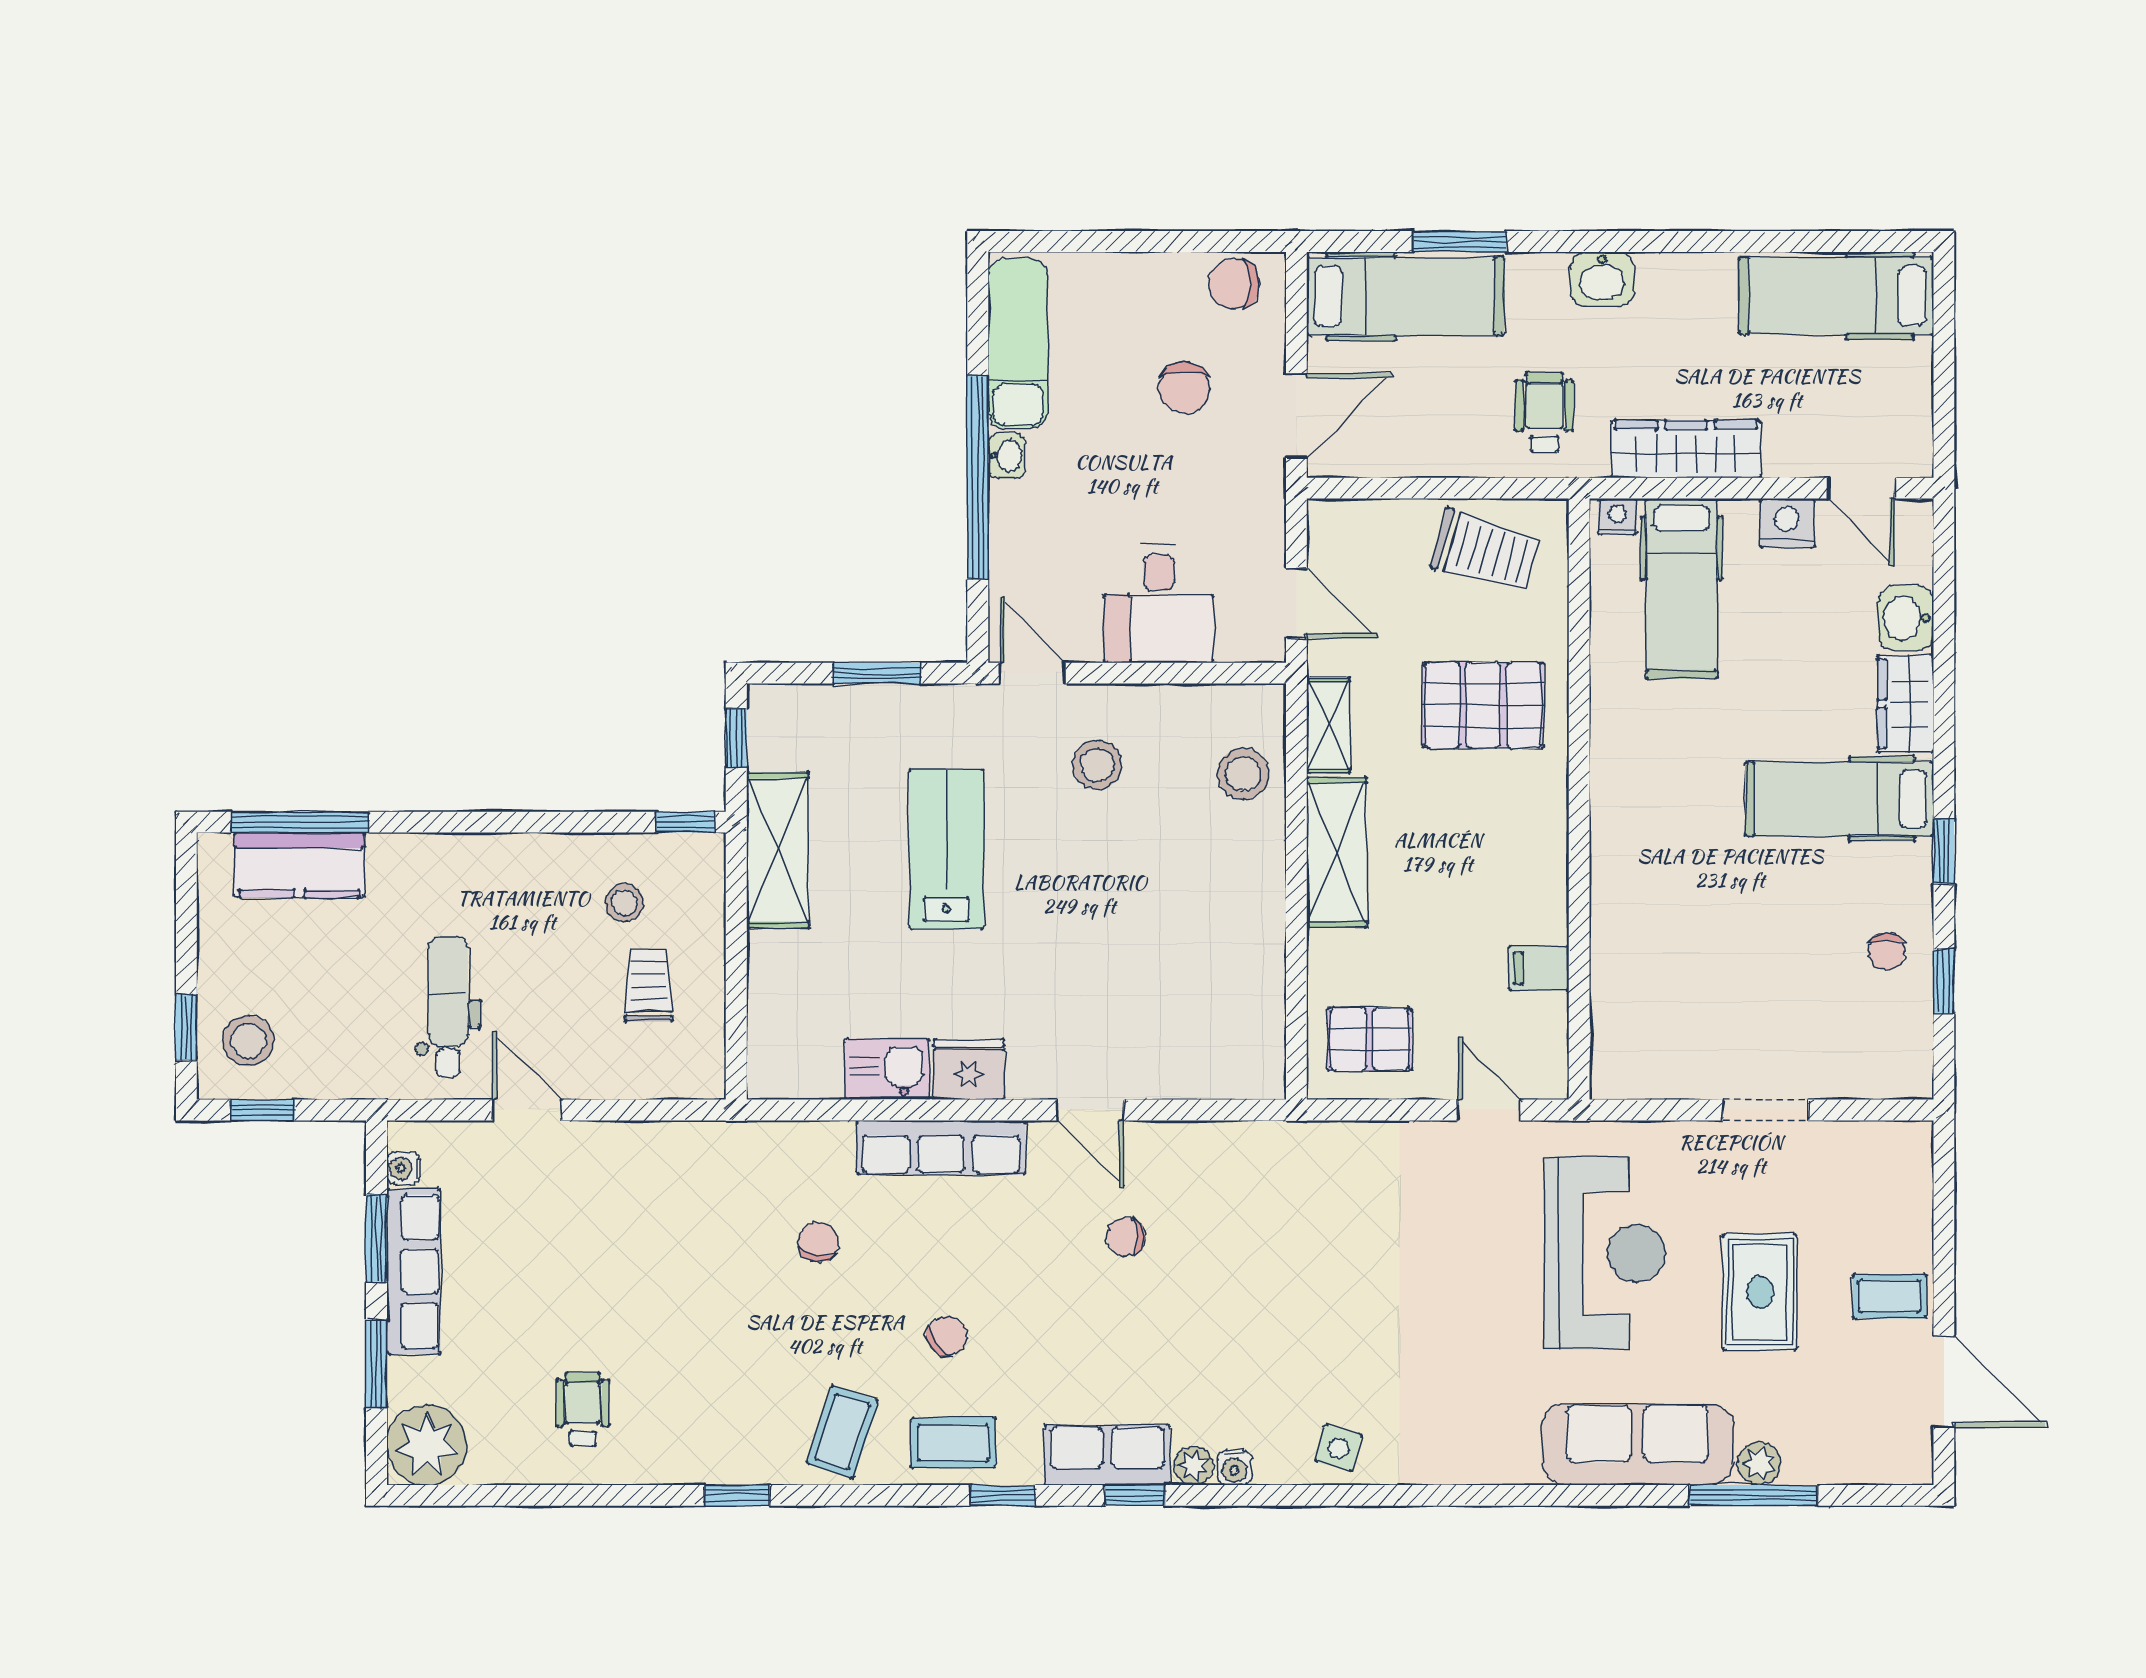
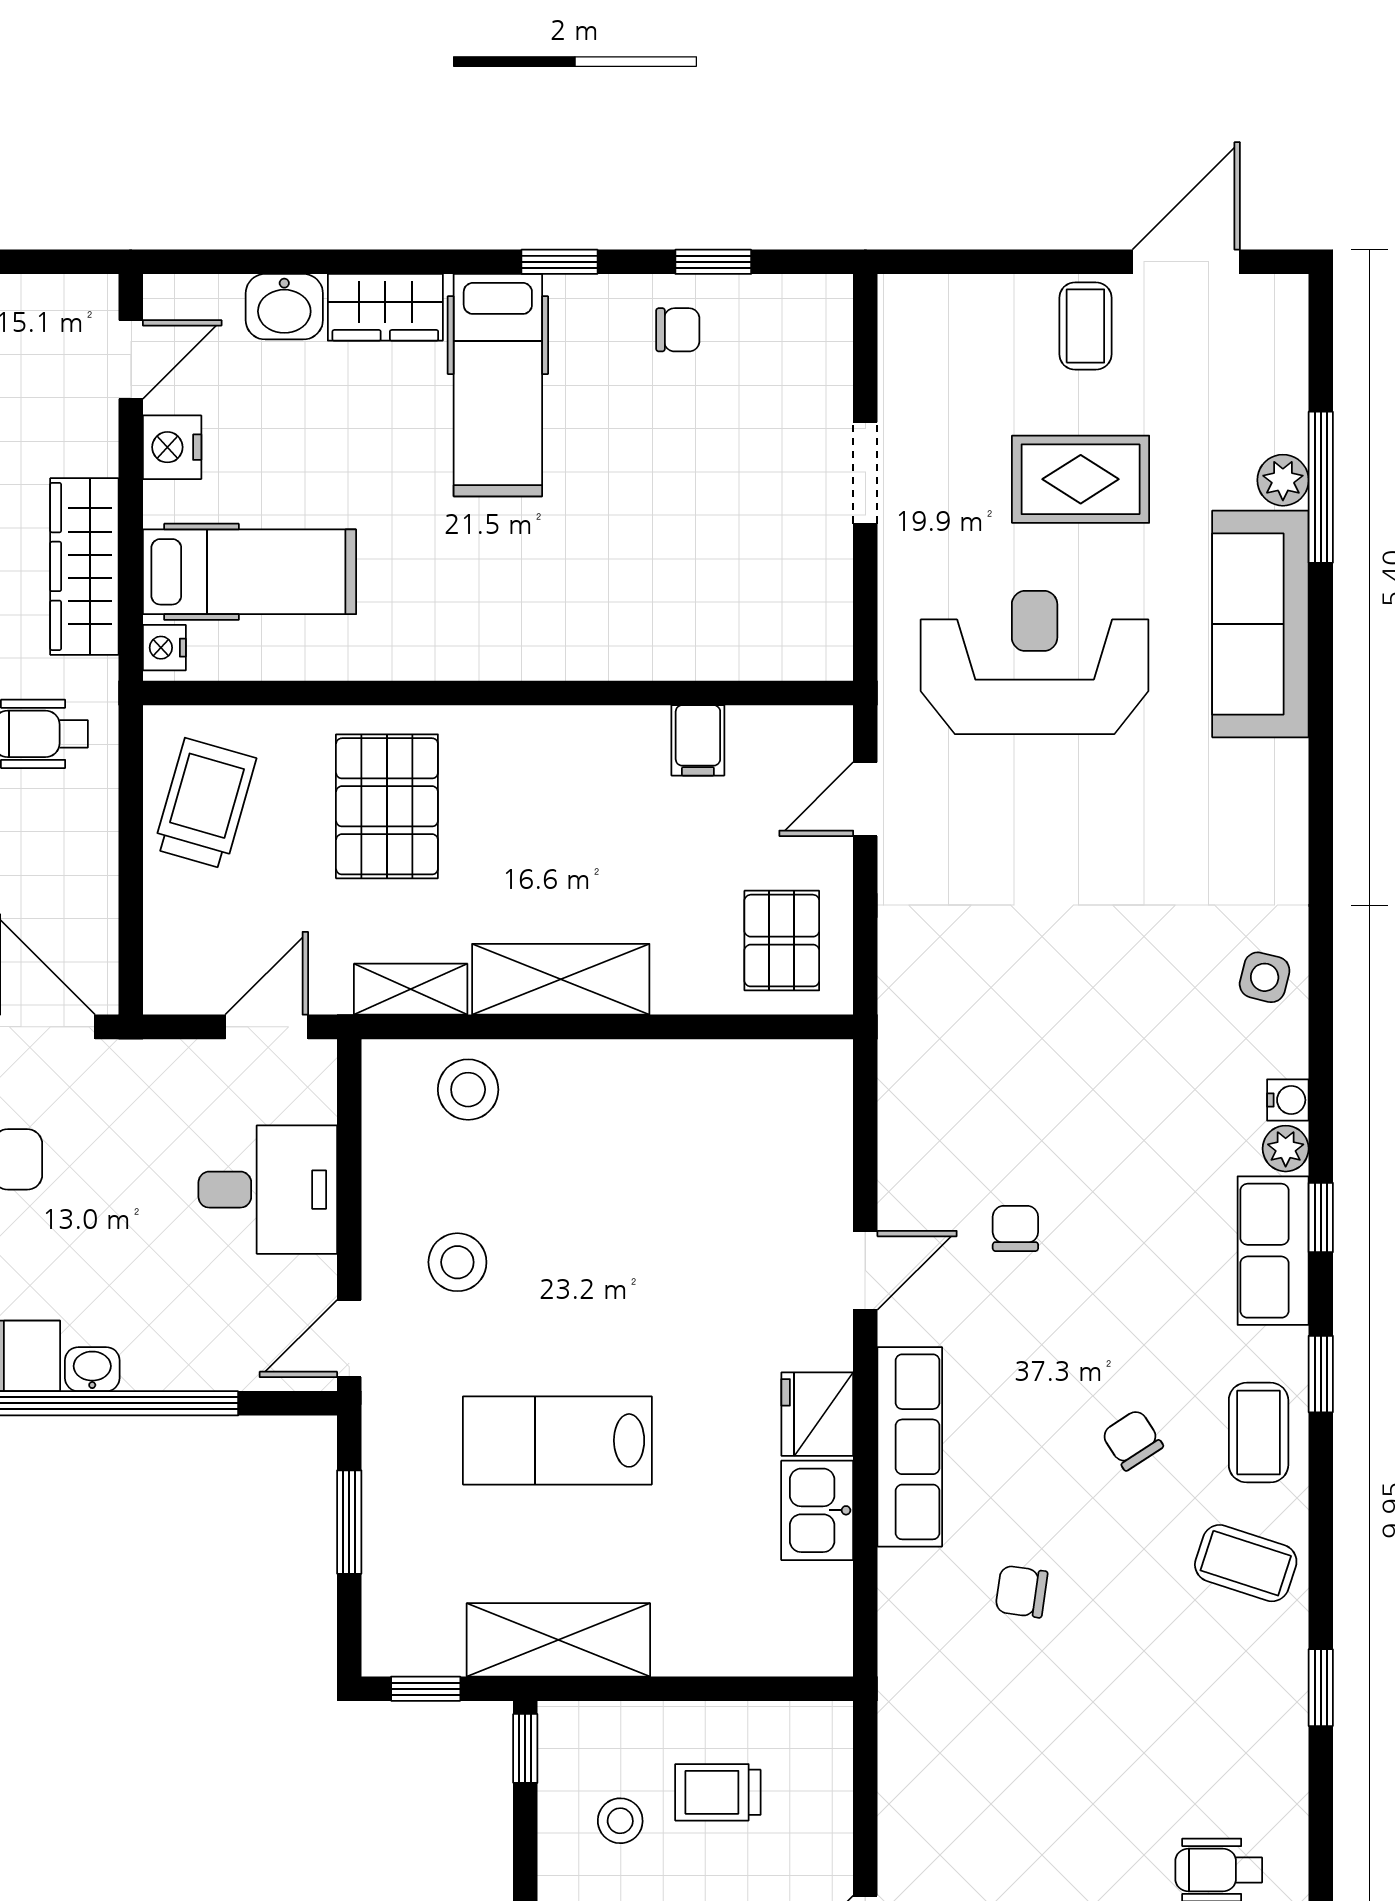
chair: (1126, 1237) -> (1015, 1228), turned 180

